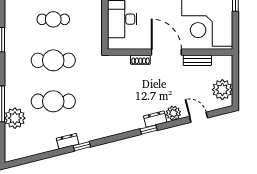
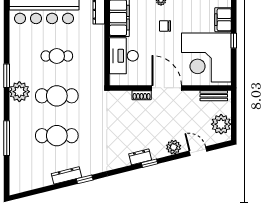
bench: (197, 60) -> (214, 96), moved
plant: (15, 118) -> (19, 92), moved
dresser: (155, 119) -> (140, 157), moved
dresser: (68, 141) -> (67, 175), width x1.44

